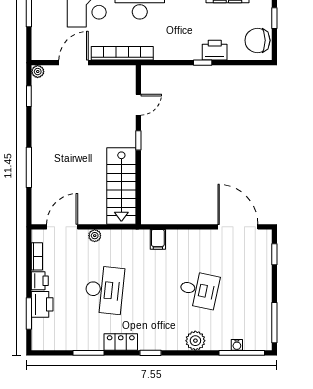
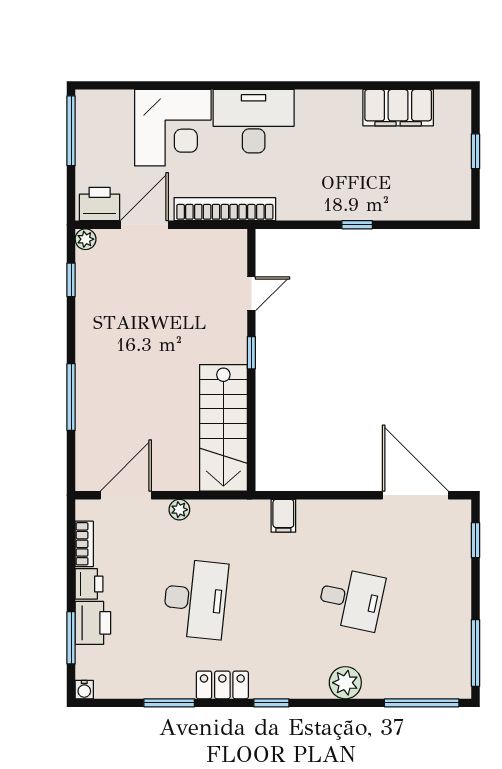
chair: (257, 40) -> (448, 188), removed
printer: (215, 50) -> (100, 204), moved
water cooler: (237, 345) -> (84, 690), moved

